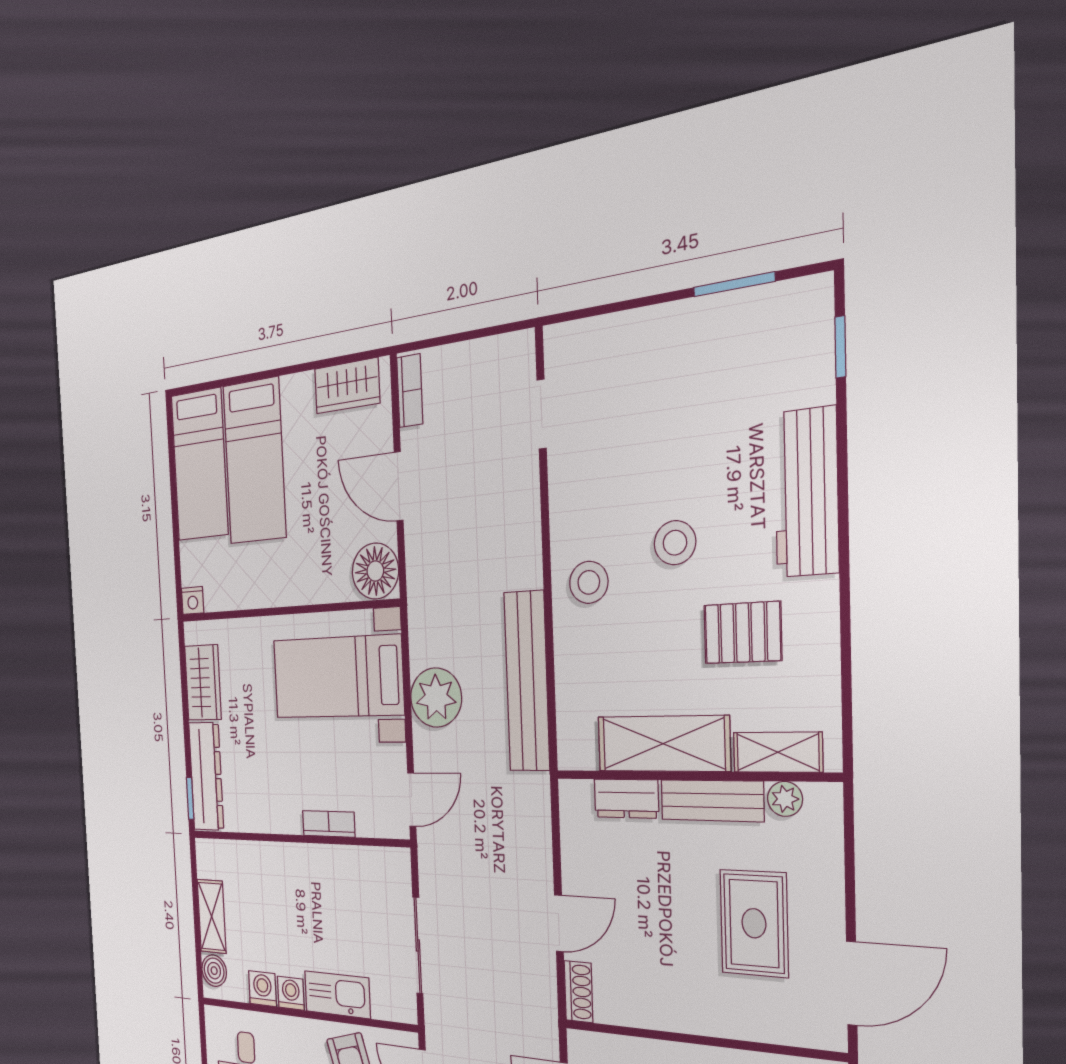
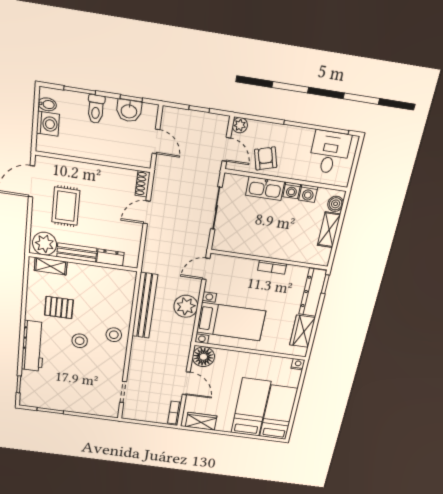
shelving: (663, 744) -> (93, 275), removed
plant: (785, 799) -> (45, 244), width x1.88, depth x1.88
bookcase: (329, 824) -> (272, 267), moved

